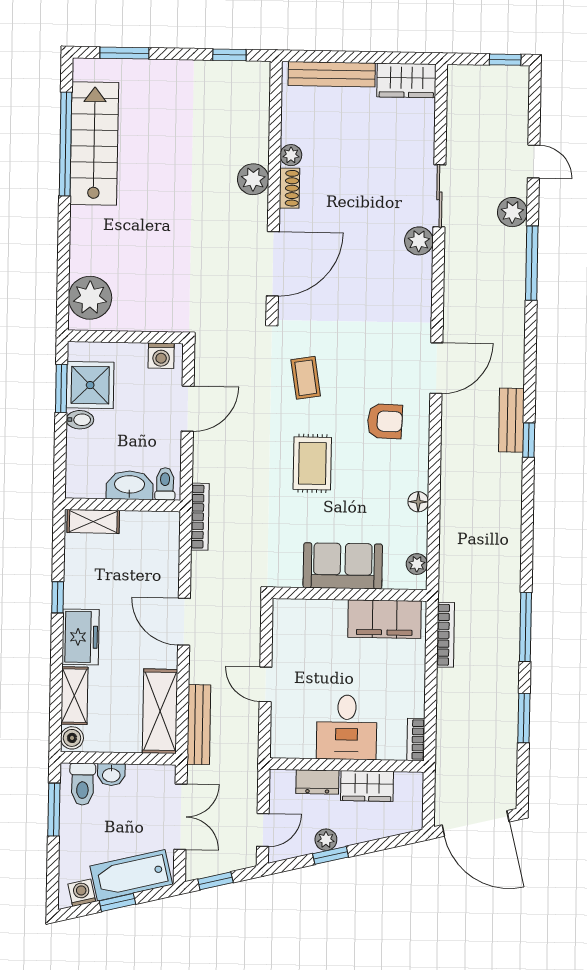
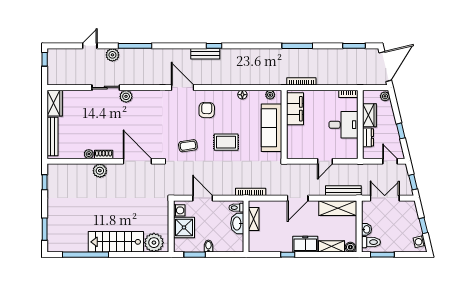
stairs: (94, 144) -> (116, 242), moved
shower: (90, 385) -> (184, 227), moved
shelving: (93, 522) -> (254, 219), moved
sofa: (343, 566) -> (272, 128), width x1.36
window: (524, 718) -> (354, 46), moved
plant: (326, 840) -> (385, 96), moved
bathtub: (131, 875) -> (411, 220), removed

